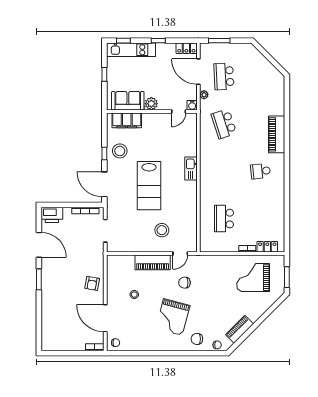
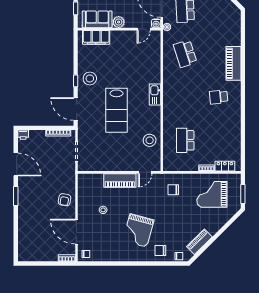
sofa: (128, 101) -> (97, 19), moved
plant: (151, 104) -> (119, 22), moved
water cooler: (192, 105) -> (156, 23), moved
wall: (152, 111) -> (119, 29), moved
door: (179, 111) -> (144, 29), moved
filing cabinet: (127, 120) -> (96, 37), moved
printer: (52, 215) -> (23, 135), width x0.53, depth x0.68
stool: (162, 230) -> (150, 140), moved
chair: (185, 283) -> (173, 190), moved

